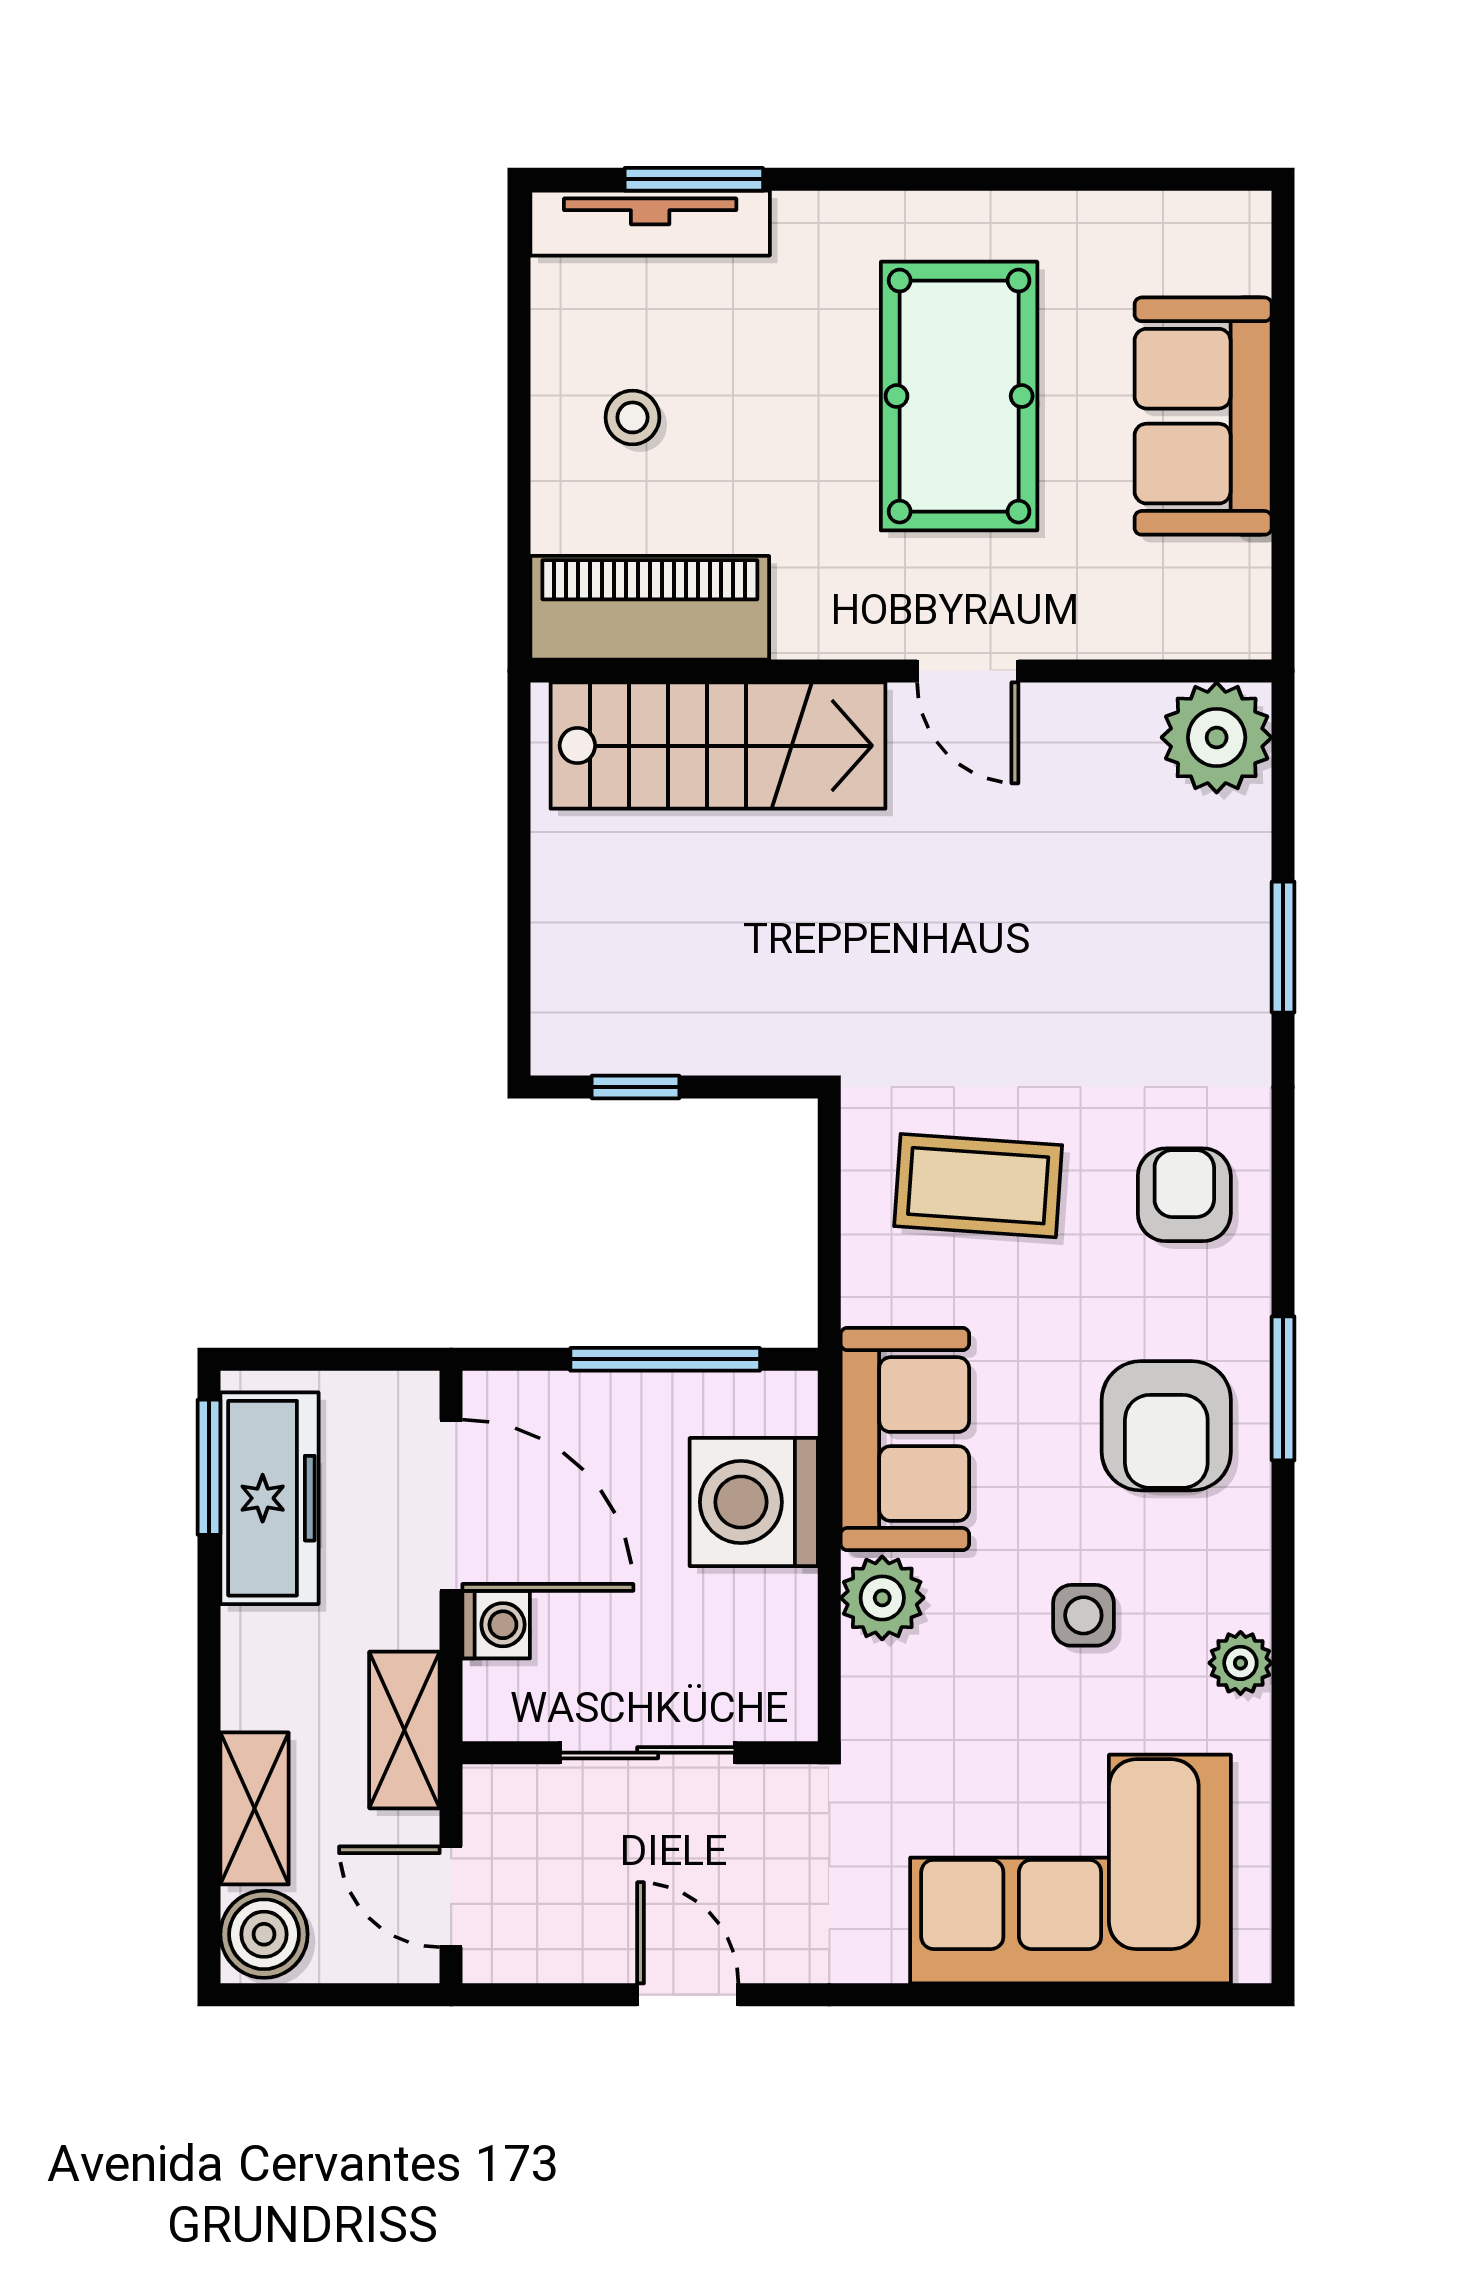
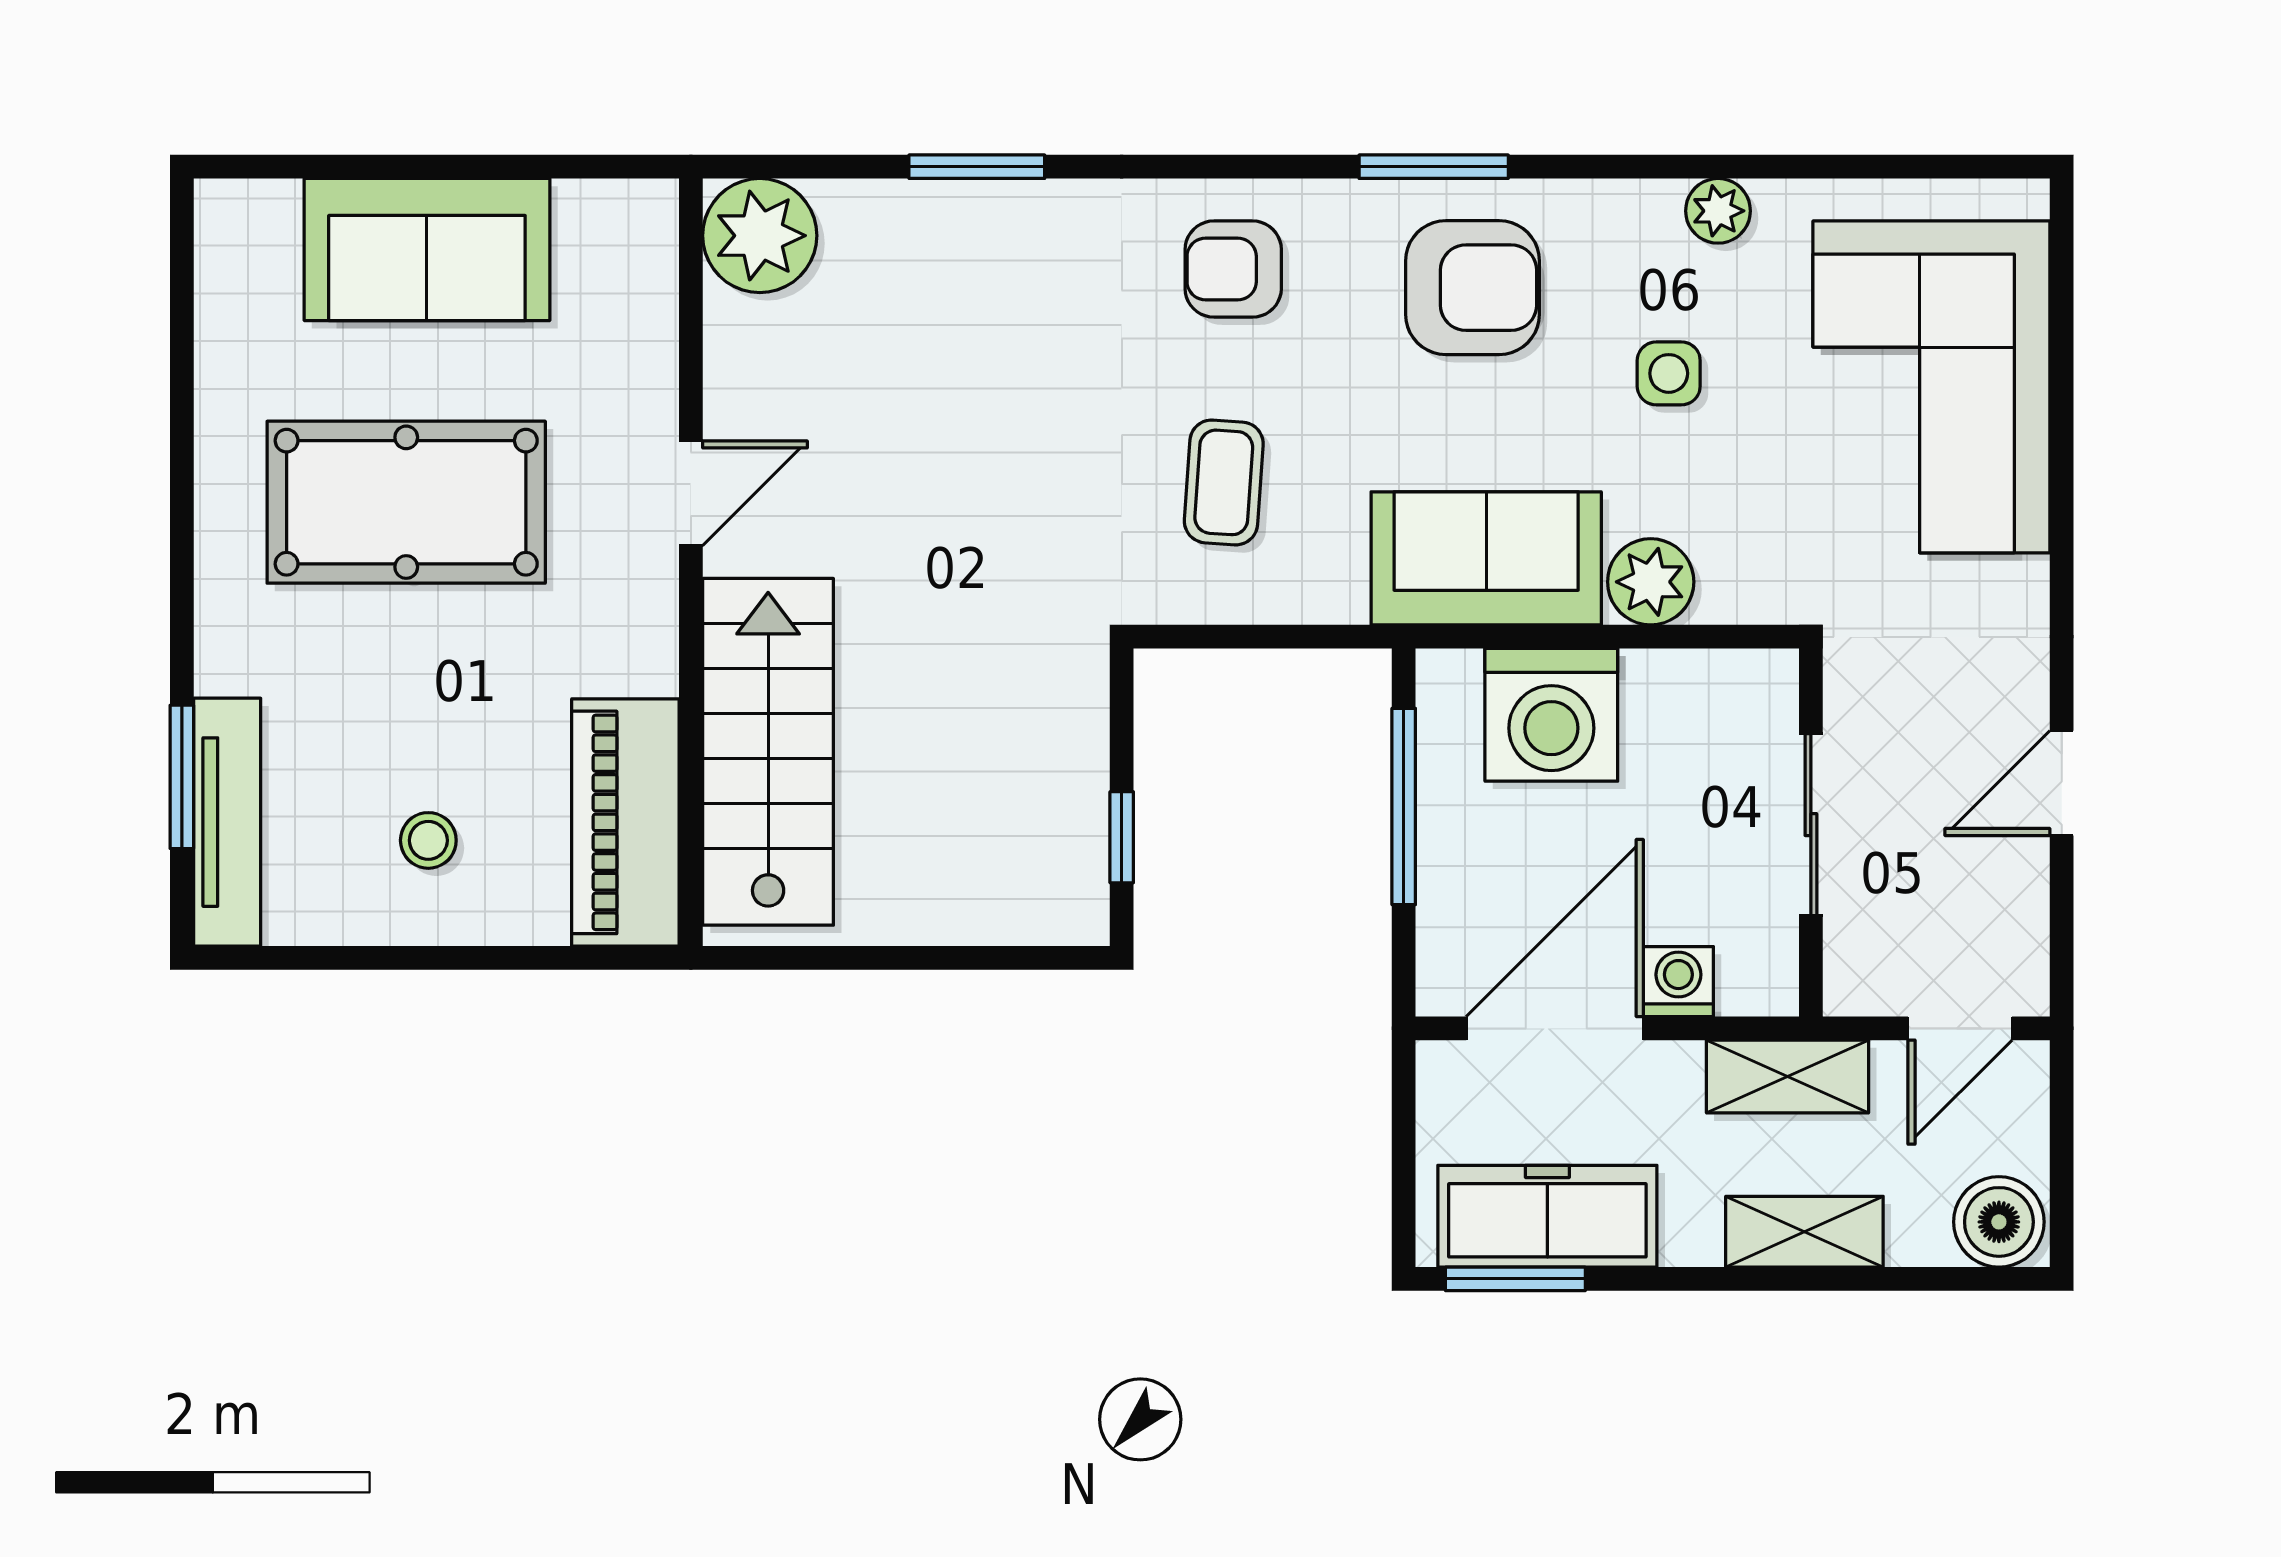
coffee table: (978, 1186) -> (1224, 482), width x0.73, depth x0.77
shelving: (255, 1808) -> (1804, 1232), moved

